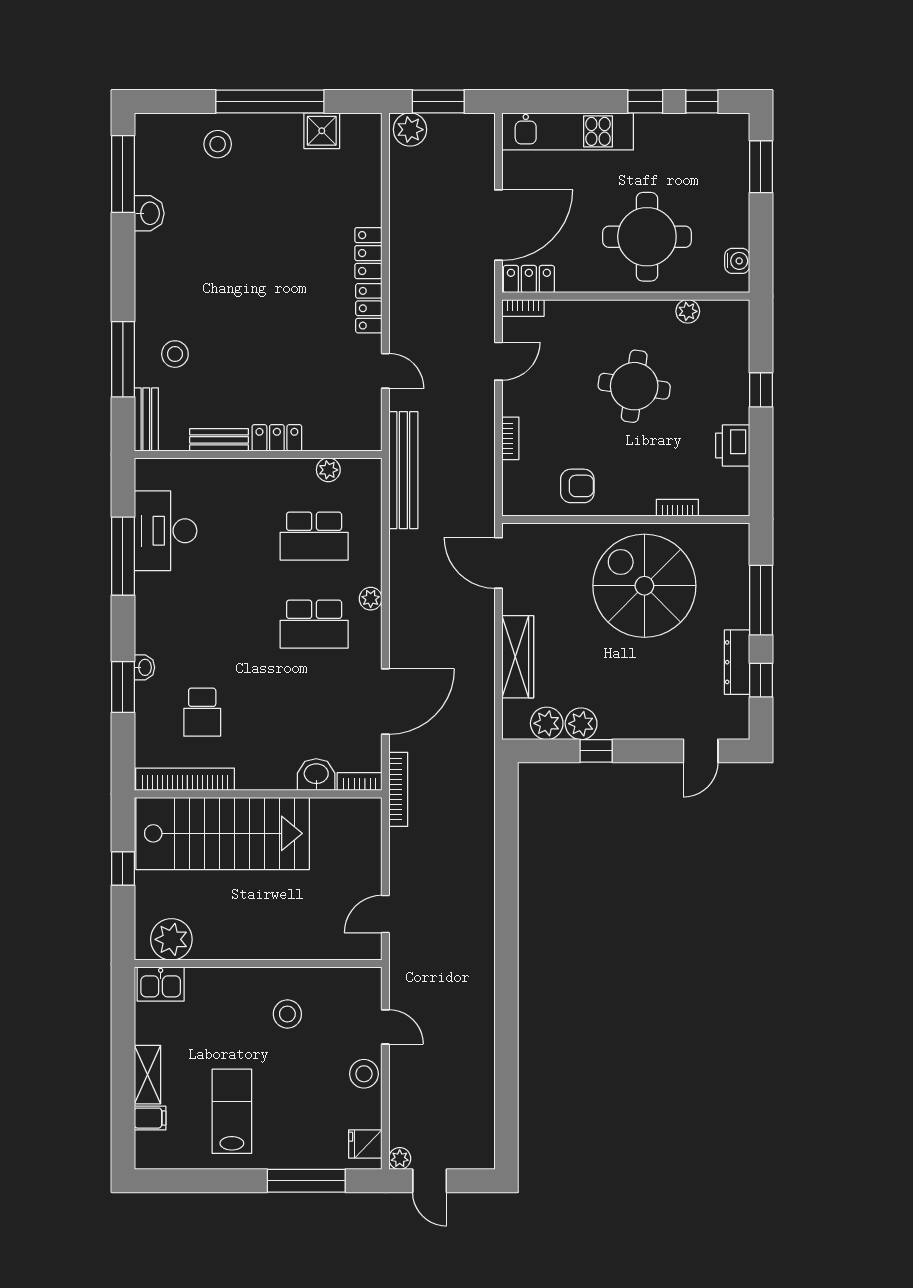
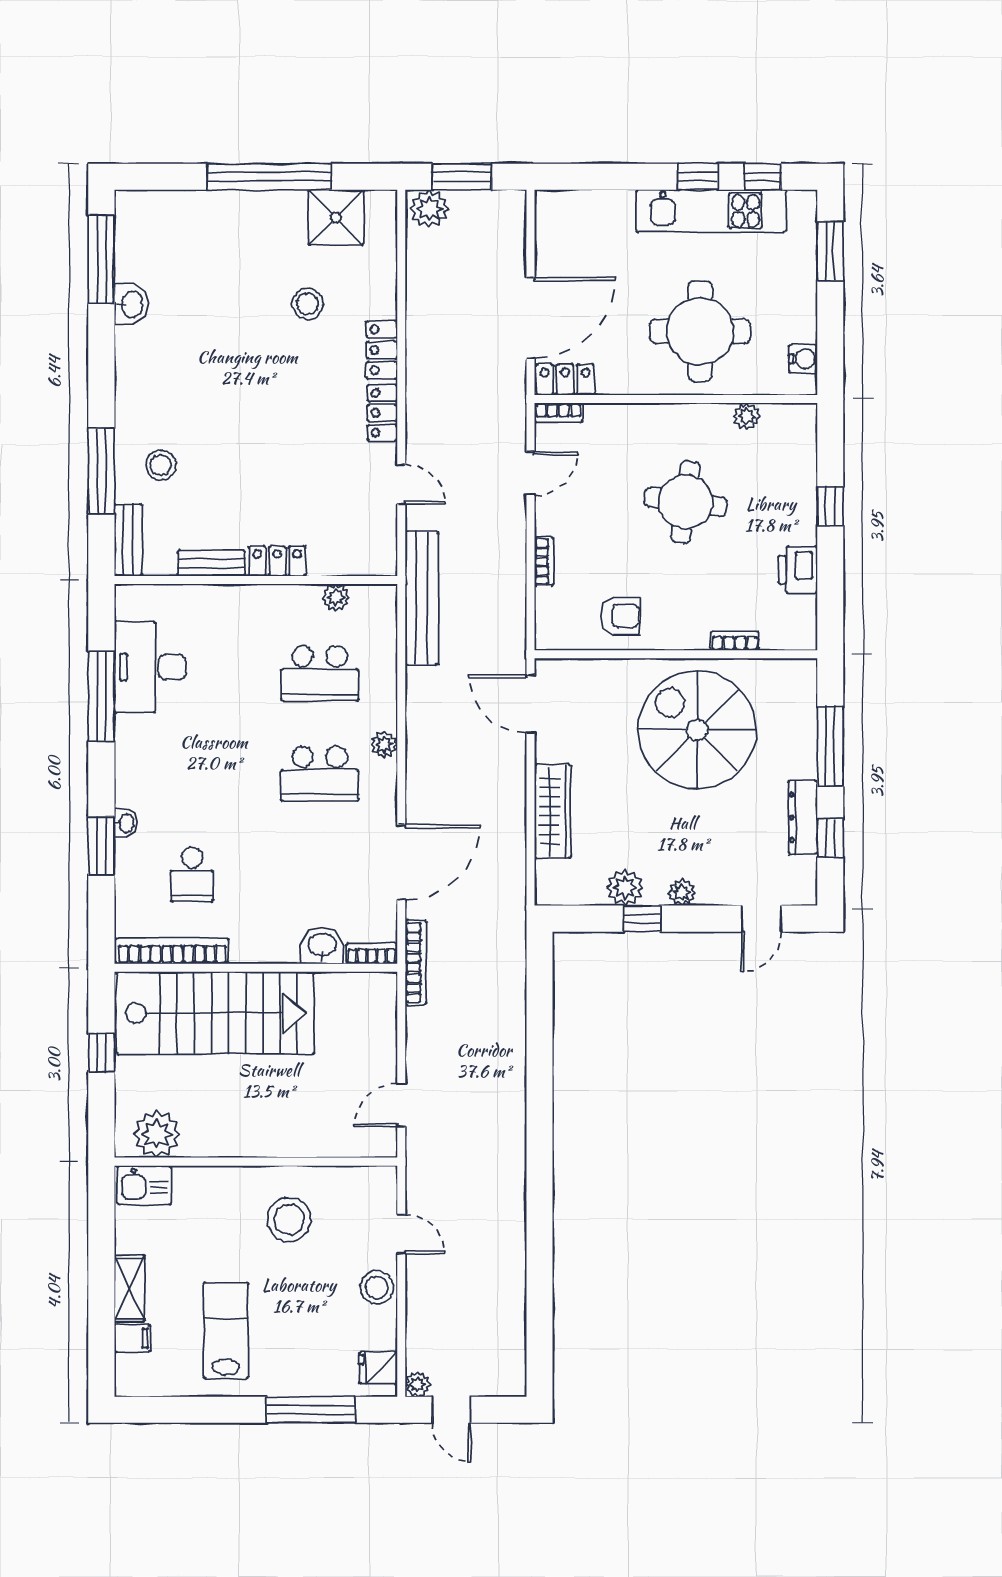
shower: (322, 131) -> (336, 217), width x1.36, depth x1.36
kitchen unit: (568, 131) -> (711, 211), moved
stool: (218, 144) -> (308, 304), moved
plant: (547, 723) -> (682, 892), moved, width x0.73, depth x0.73
stool: (287, 1014) -> (289, 1219), width x1.38, depth x1.38

